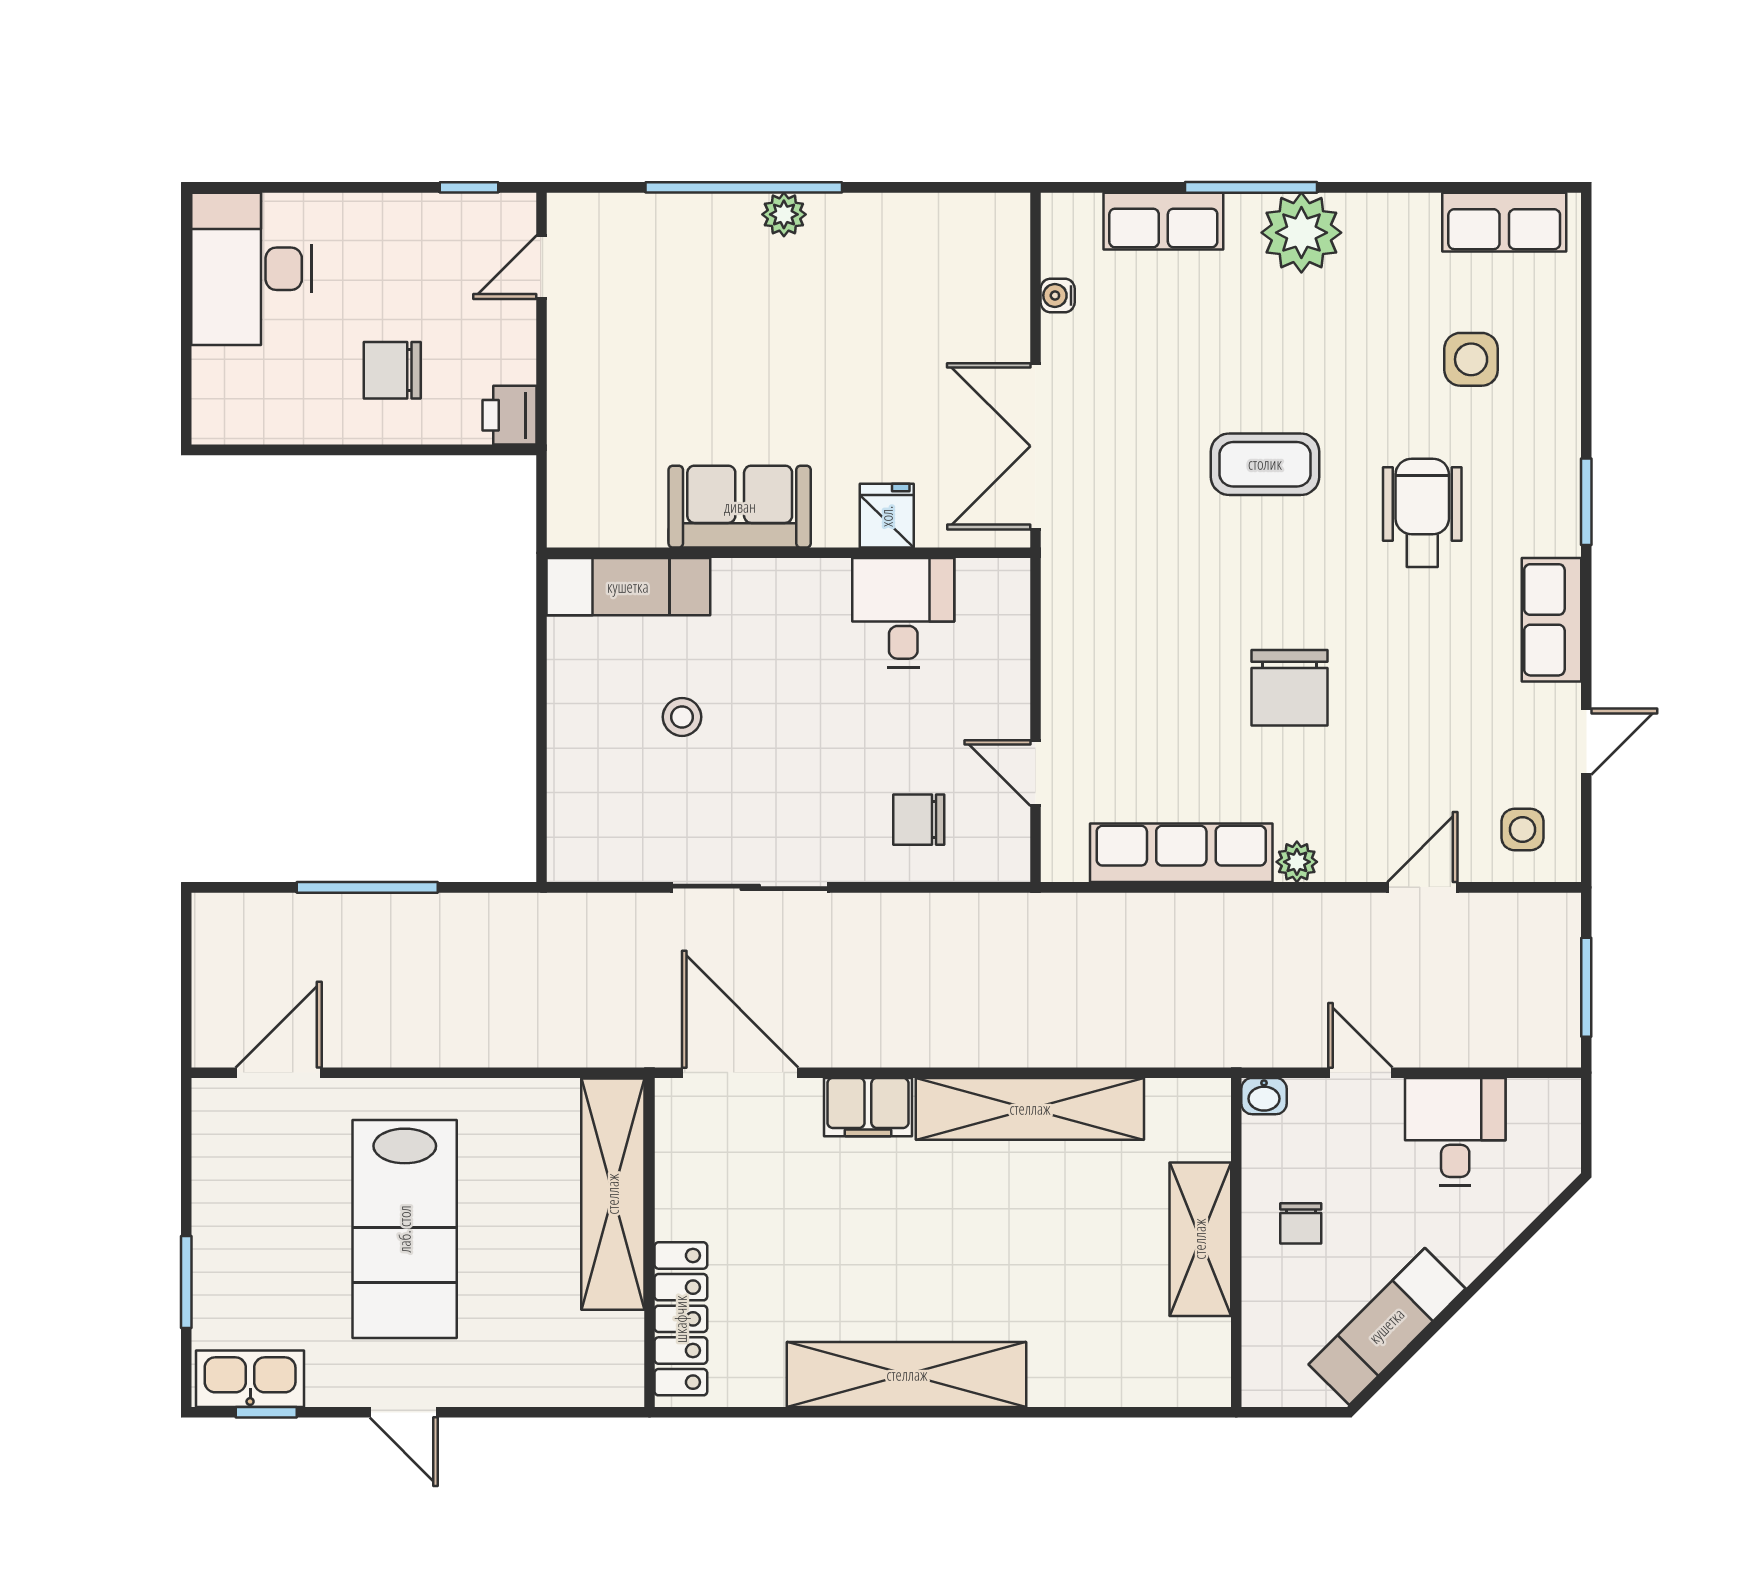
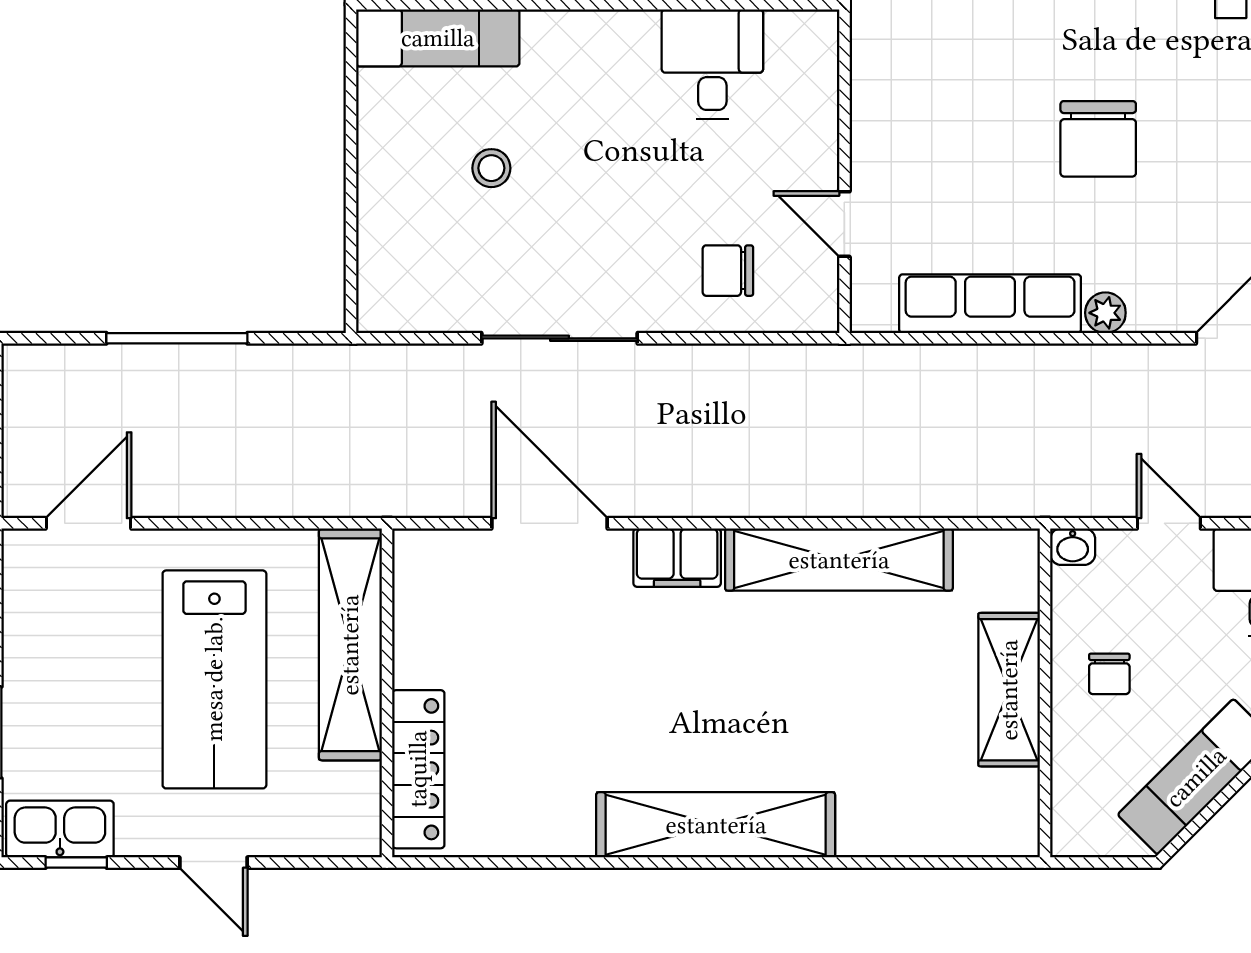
shelving: (613, 1194) -> (350, 645), moved
wall: (650, 1242) -> (387, 693), moved
locker: (681, 1319) -> (418, 769), moved

